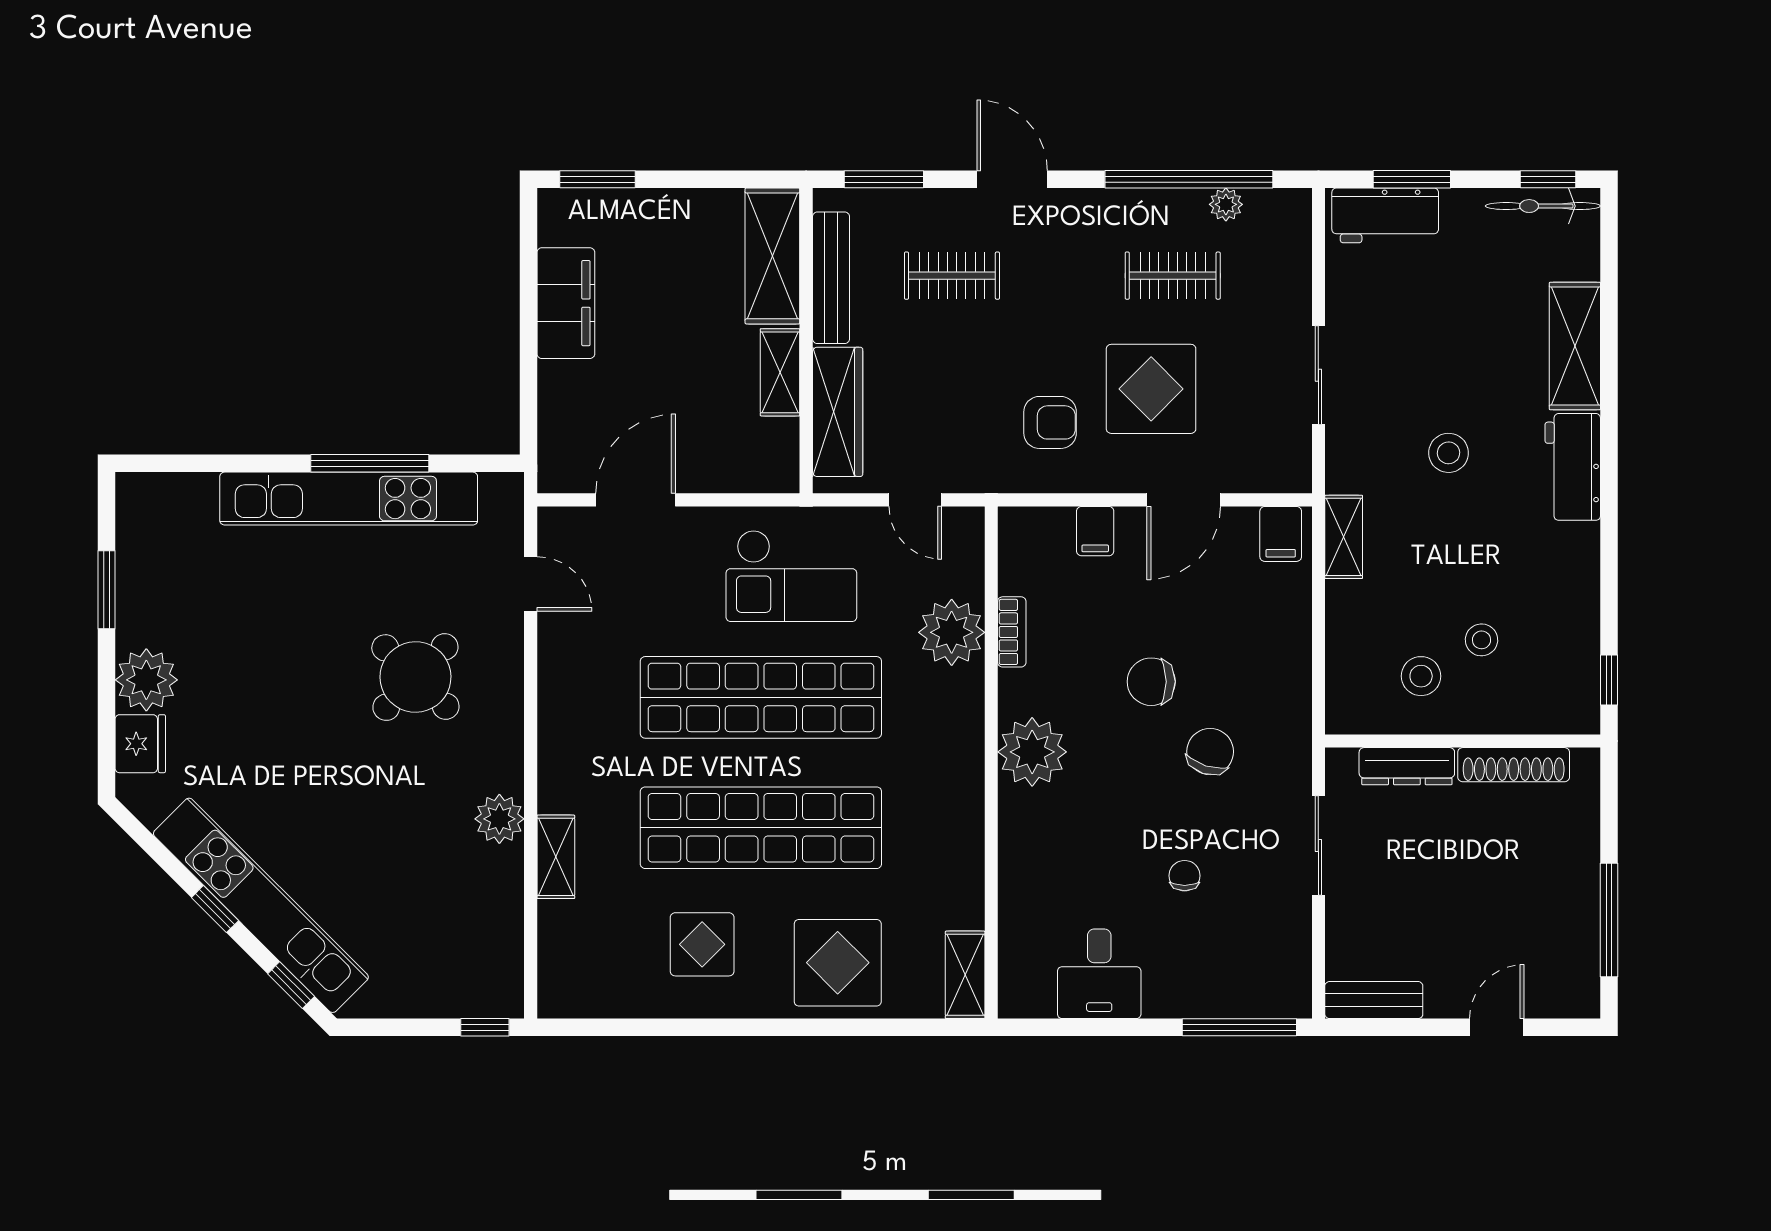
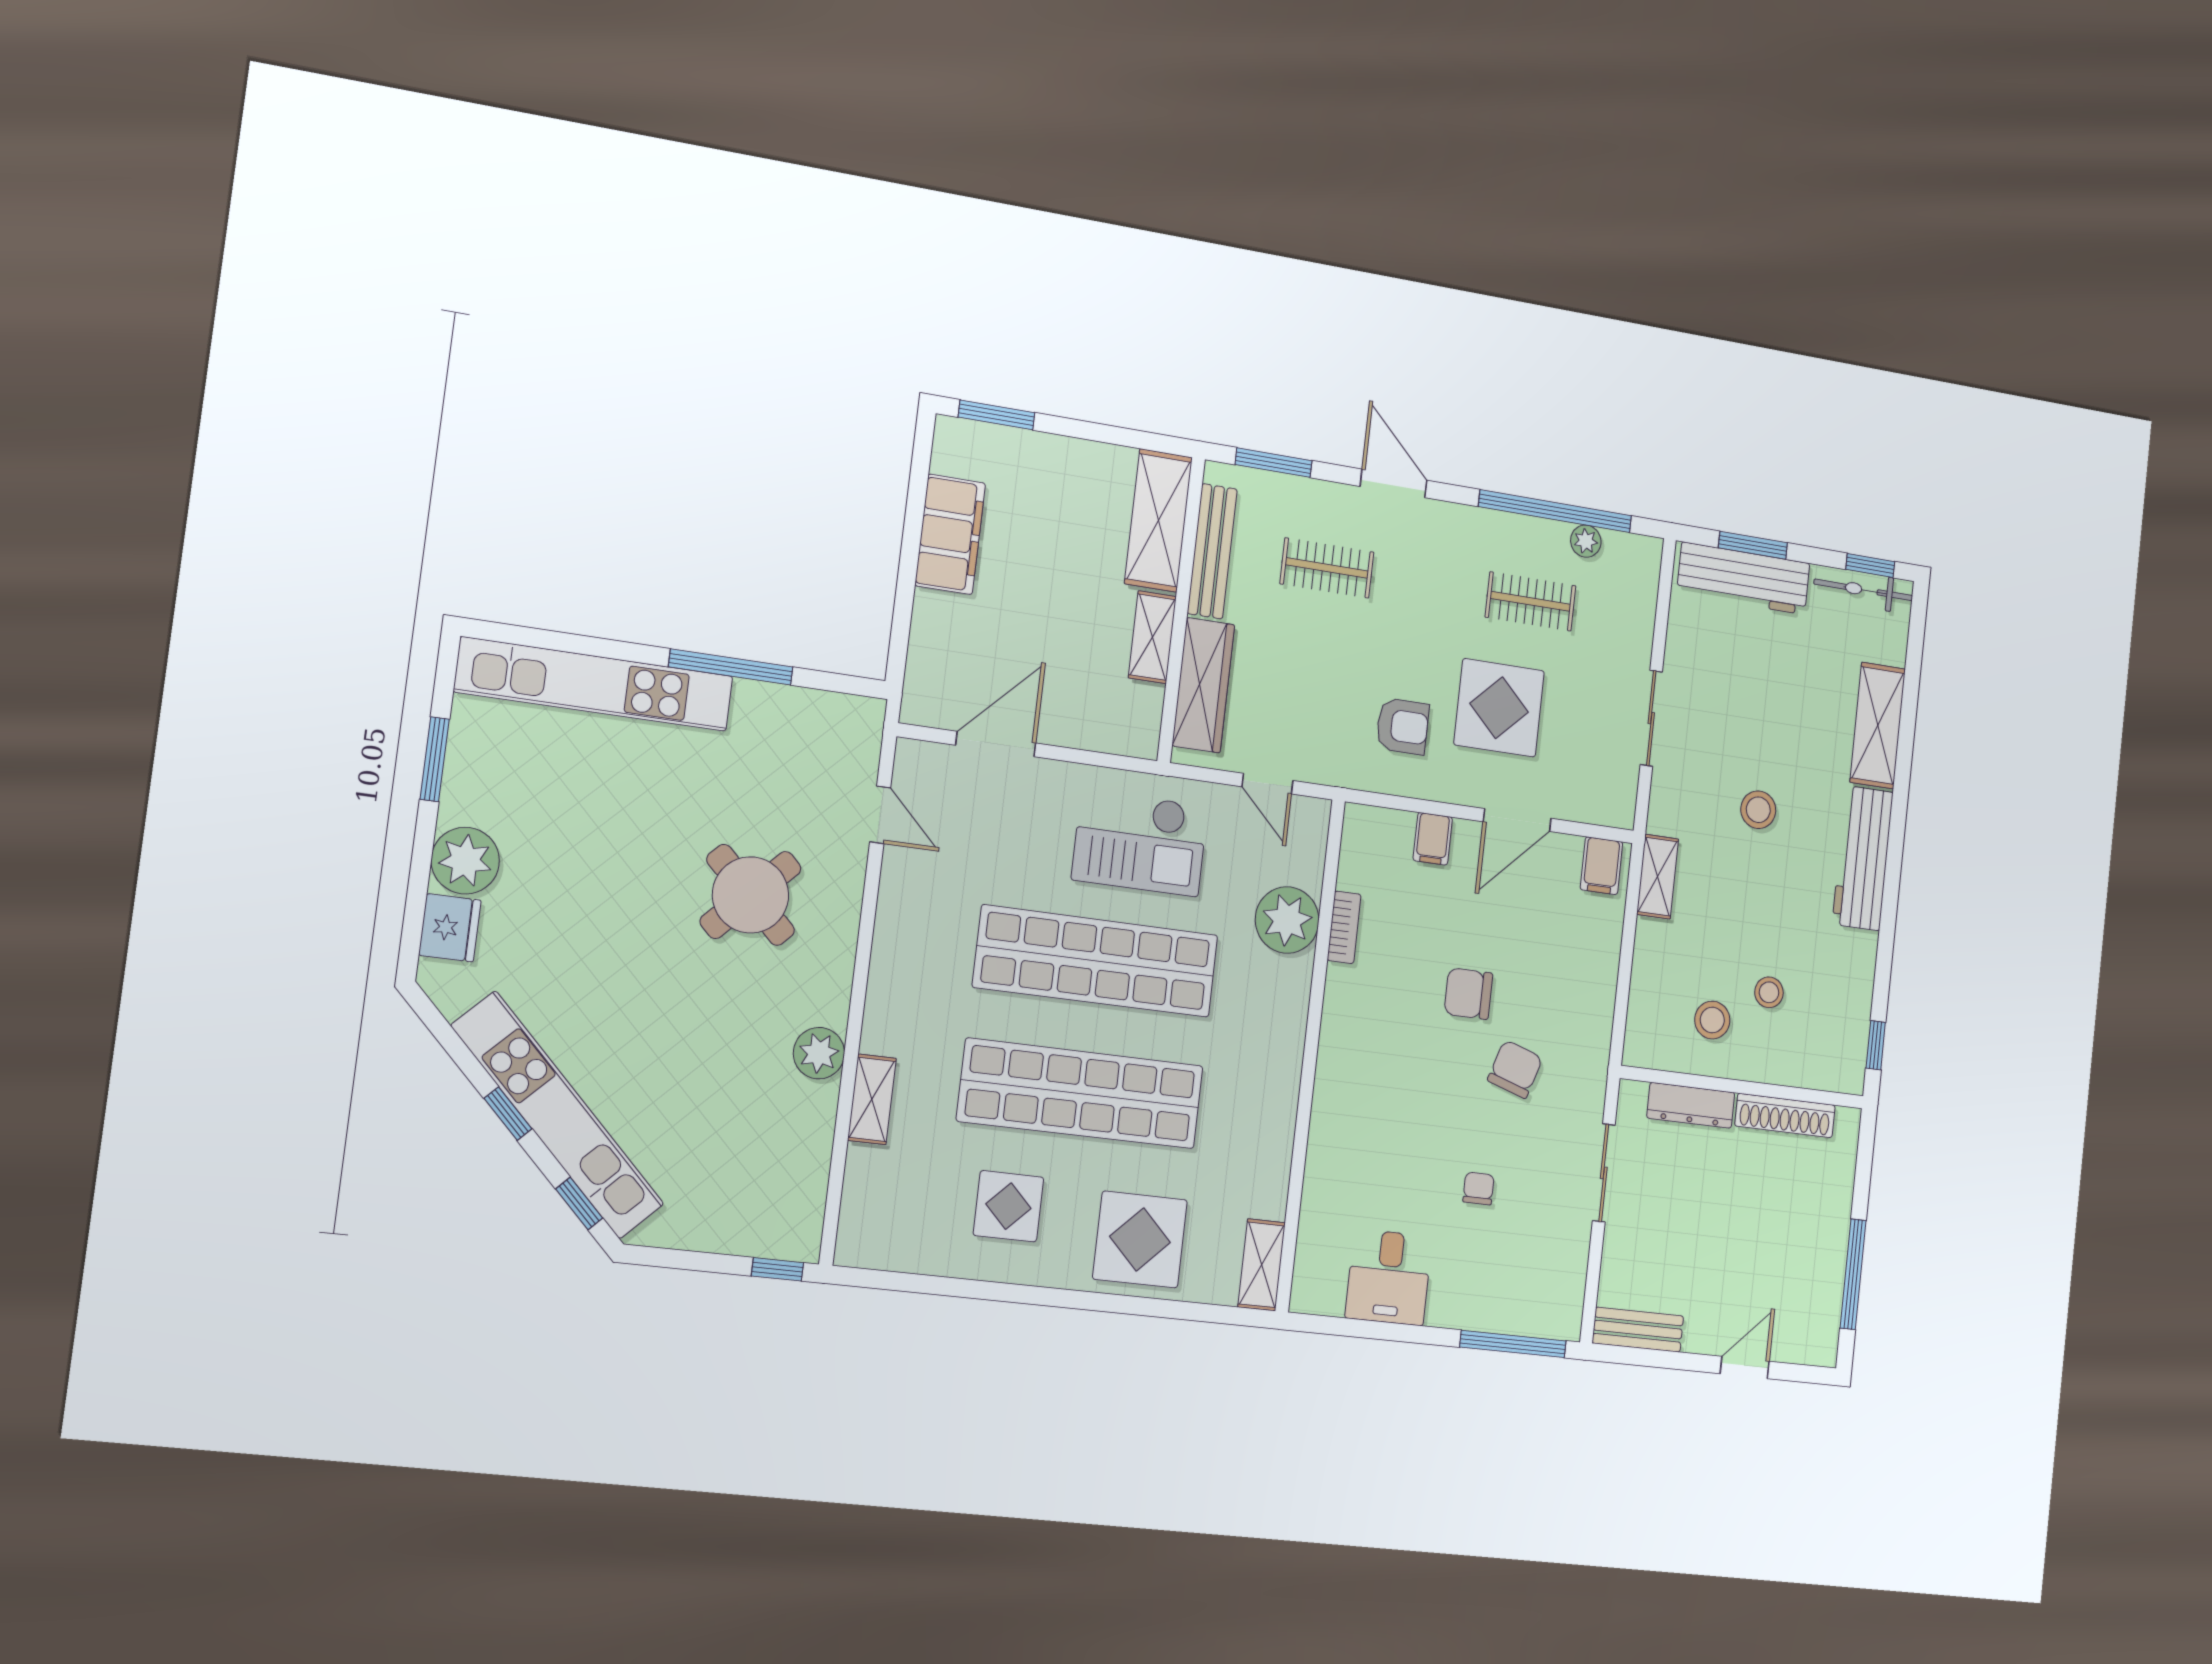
workbench: (1385, 215) -> (1743, 578), width x1.38
workbench: (1573, 467) -> (1863, 858), width x1.38
kitchen unit: (349, 499) -> (594, 684), moved
plant: (1032, 752) -> (1350, 1049), removed

